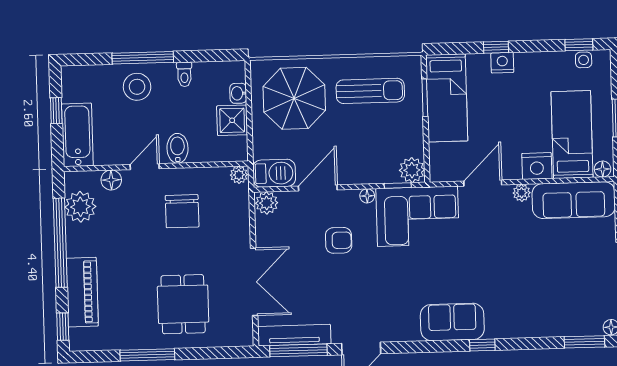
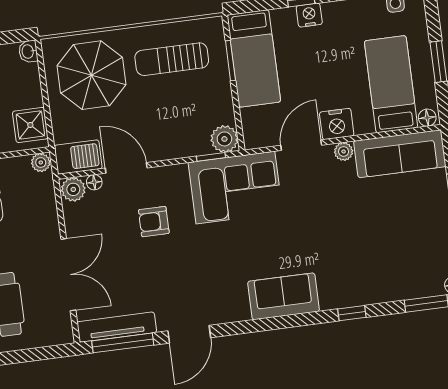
sun lounger: (370, 91) -> (172, 59), turned 180
washbasin: (238, 93) -> (28, 51), moved
shower: (232, 120) -> (30, 125), moved
nightstand: (537, 166) -> (337, 124), moved
door: (318, 188) -> (126, 168), hinge flipped
floor lamp: (367, 196) -> (94, 182), moved
armchair: (339, 240) -> (154, 222), turned 180
window: (482, 345) -> (352, 313), moved

